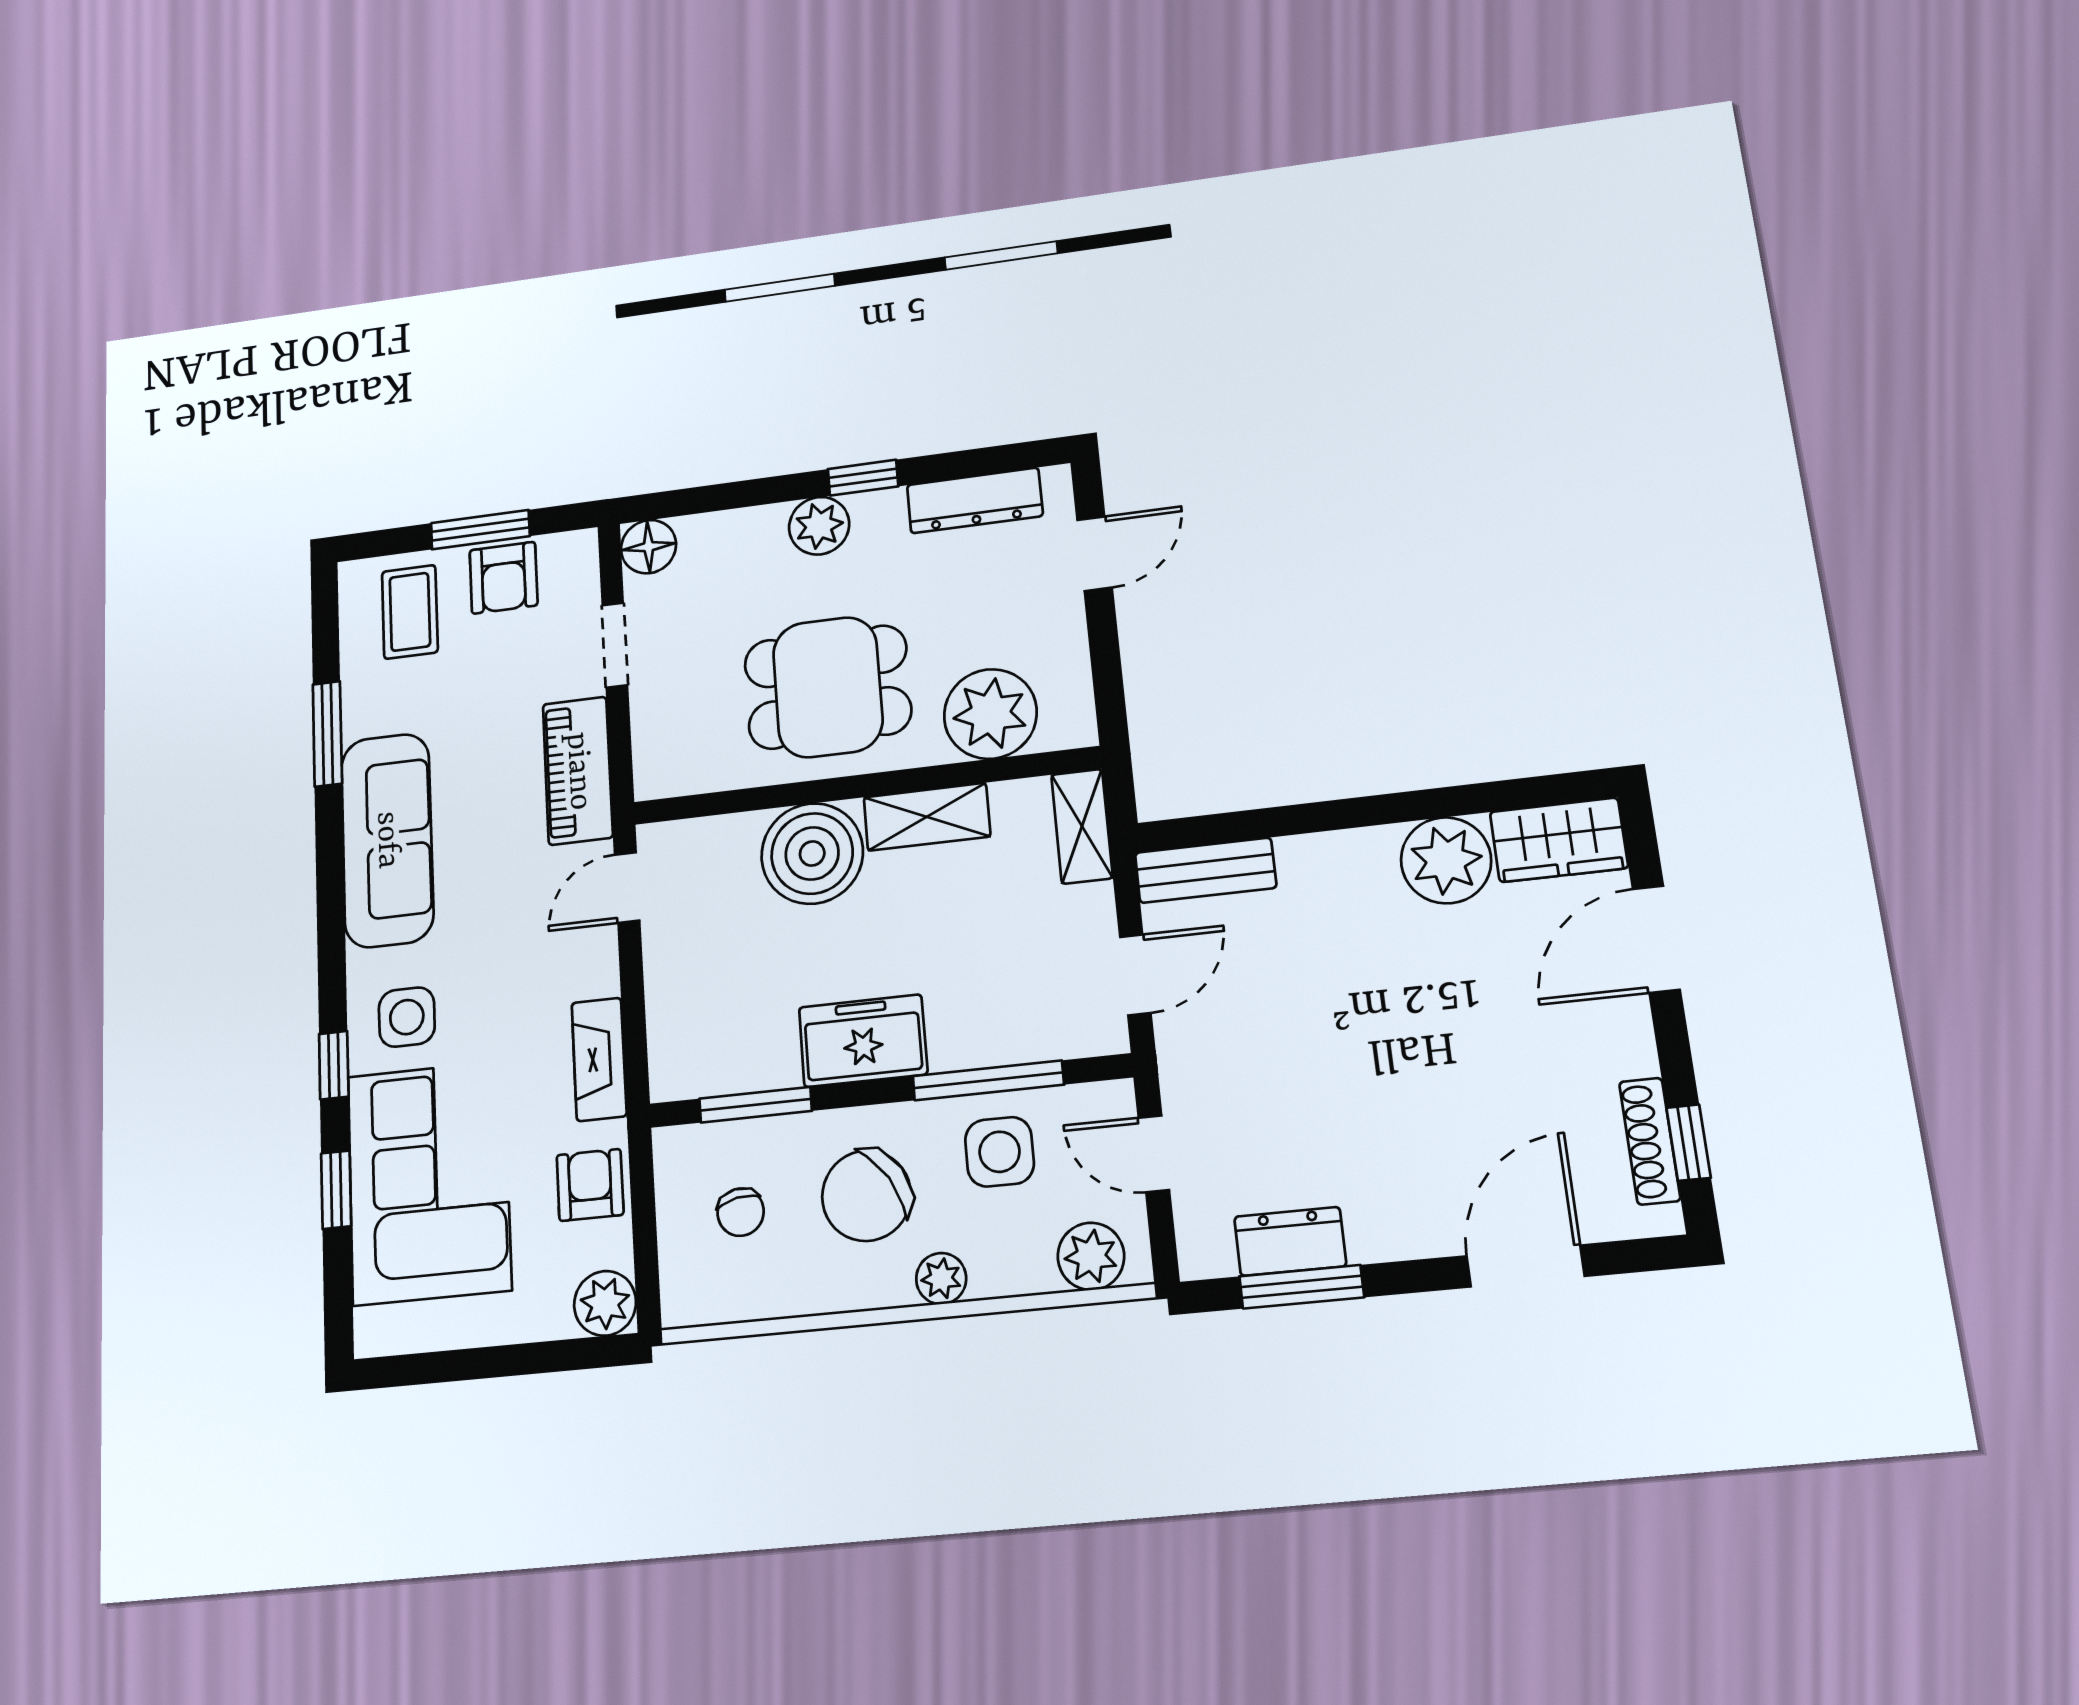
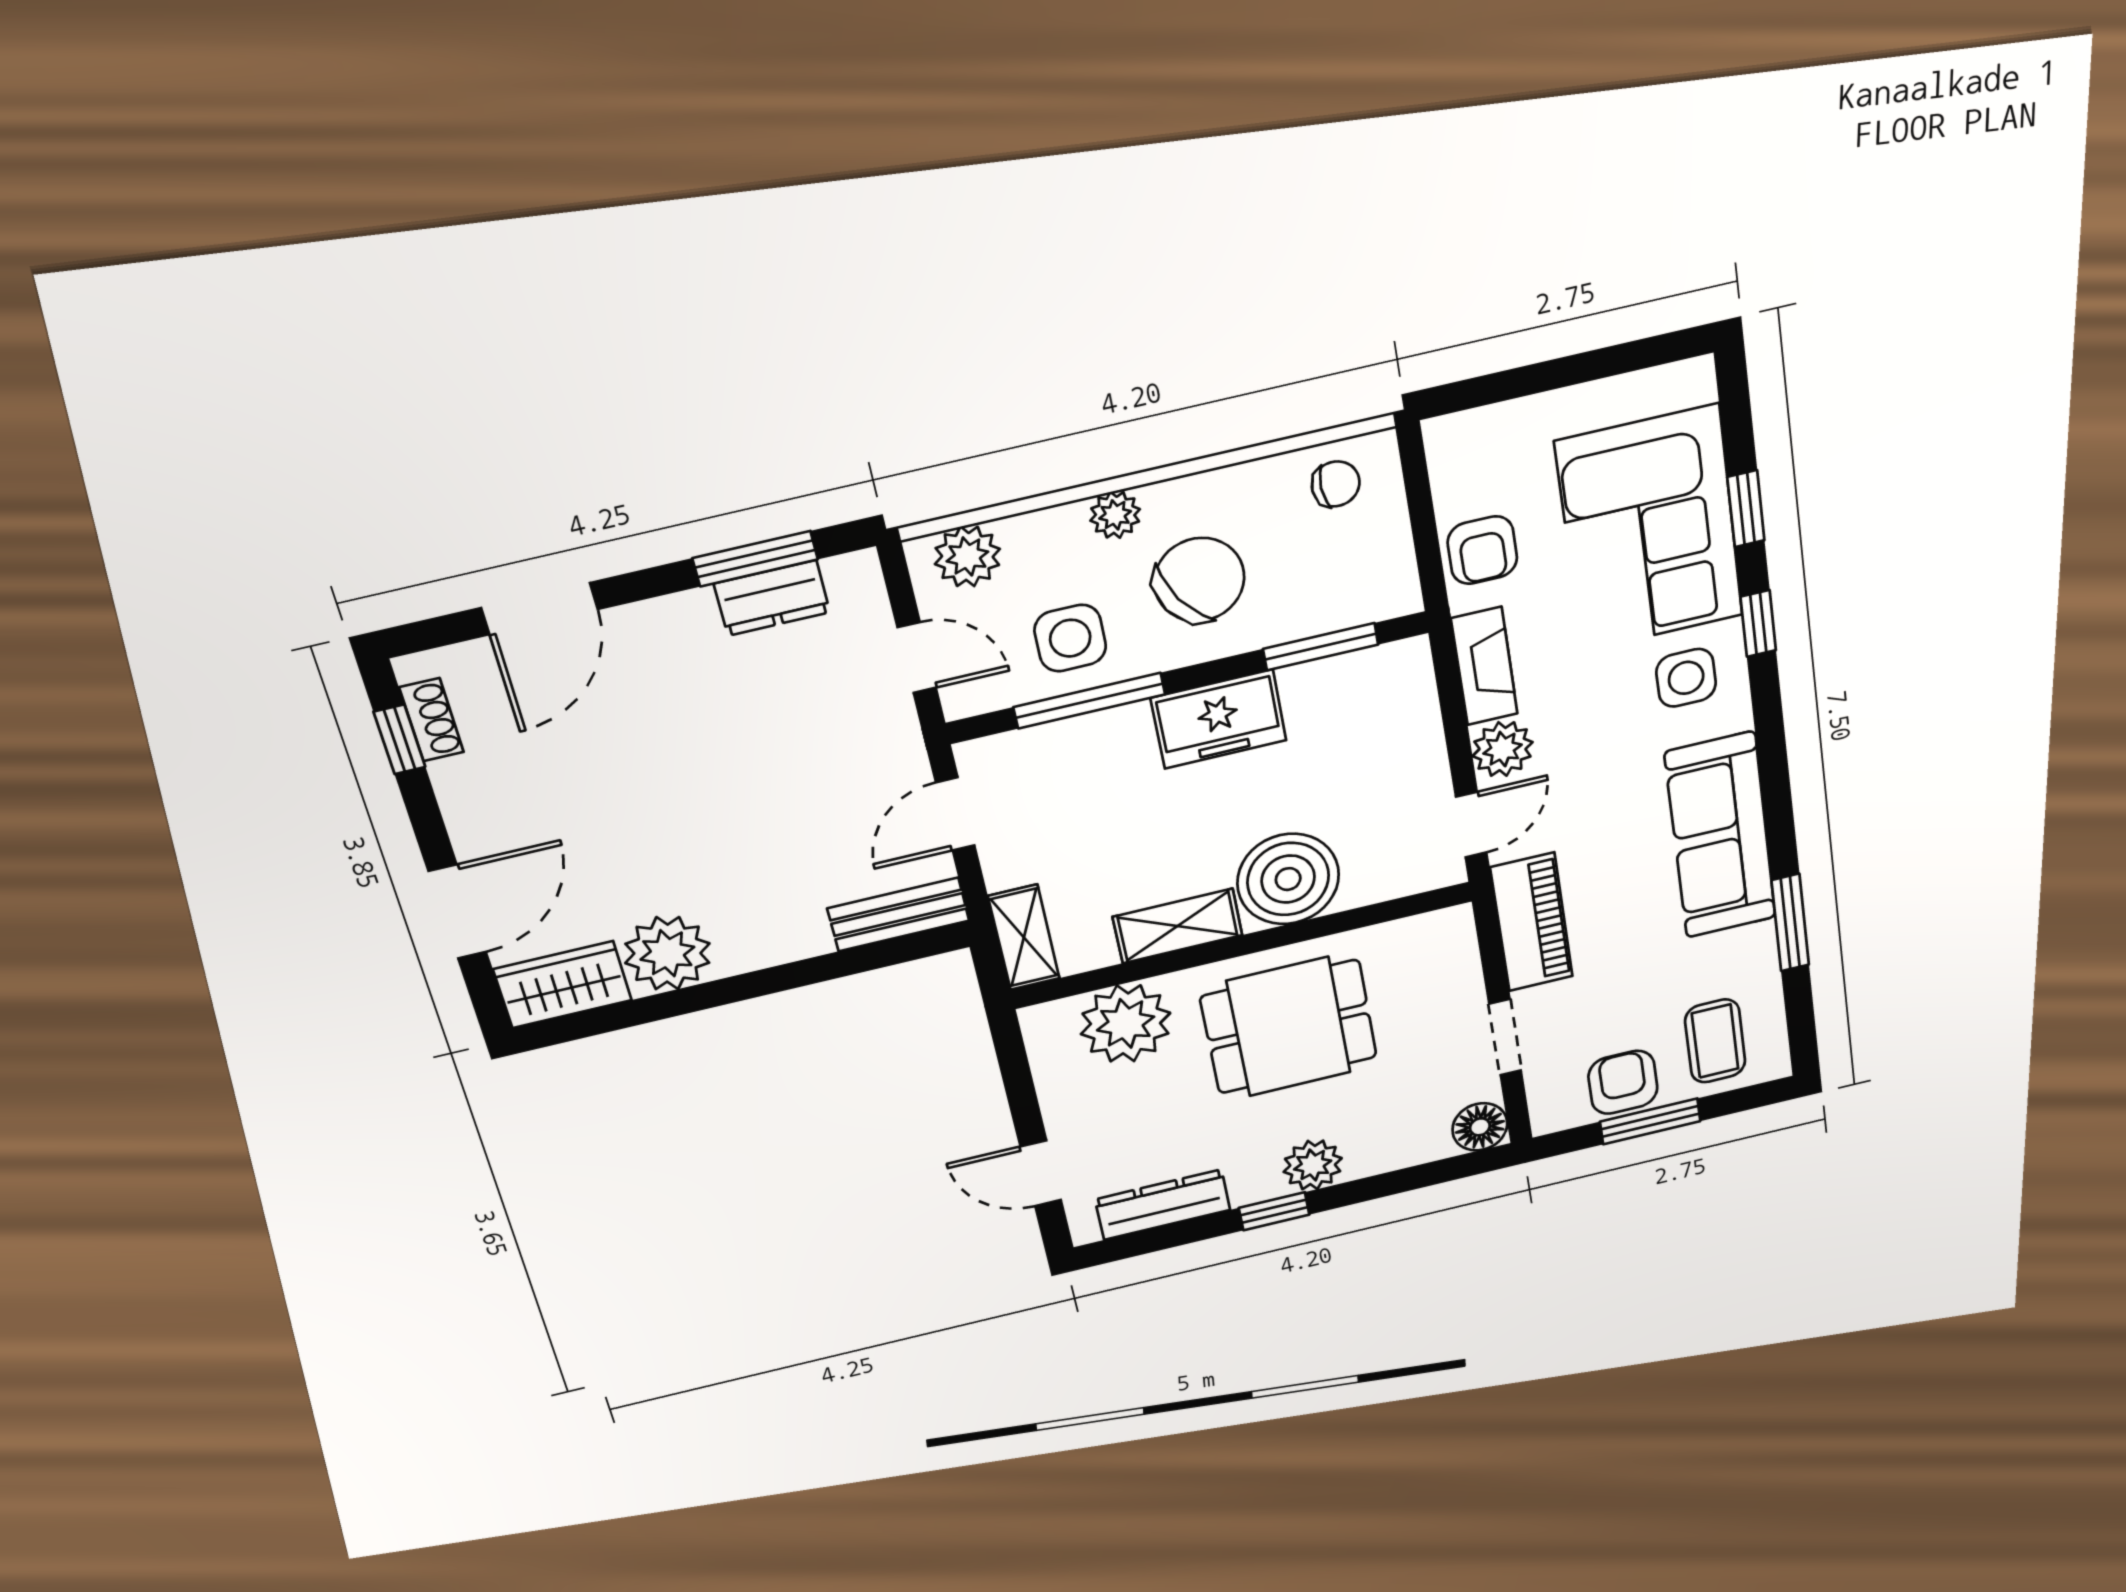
door: (1095, 554) -> (1041, 1173), hinge flipped
shoe rack: (1650, 1141) -> (431, 720), width x0.70
chair: (741, 1212) -> (1336, 484), moved, turned 98
plant: (605, 1303) -> (1503, 749), moved

